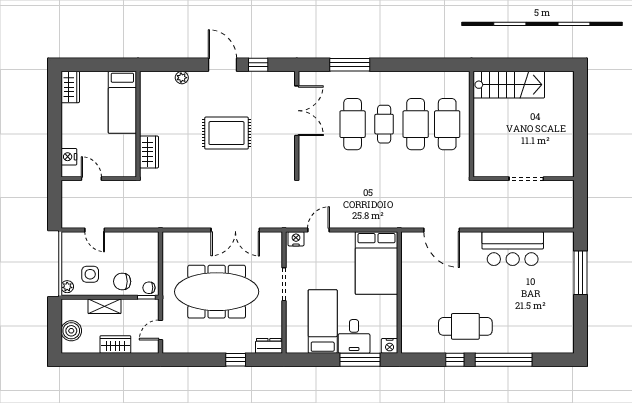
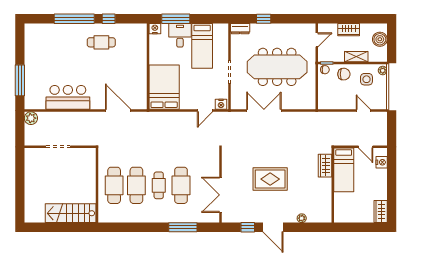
bed: (122, 102) -> (344, 170), moved, turned 180
plant: (565, 219) -> (31, 118), added
cafe table: (465, 326) -> (101, 42), width x0.73, depth x0.74

